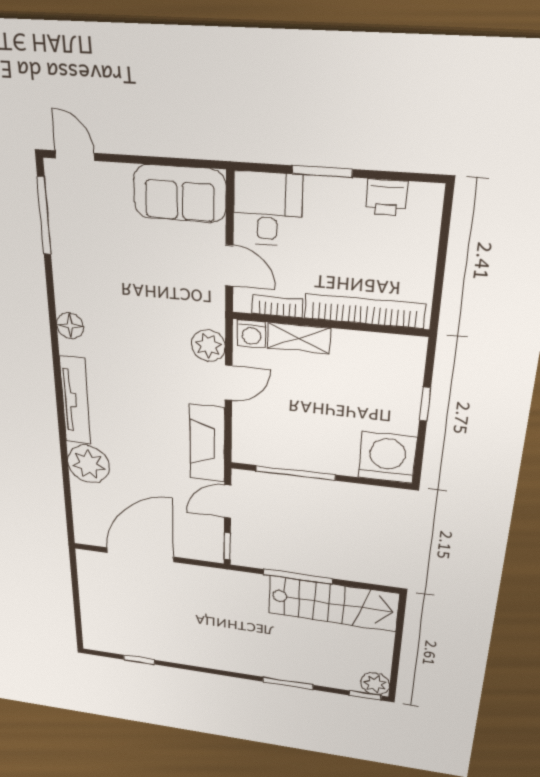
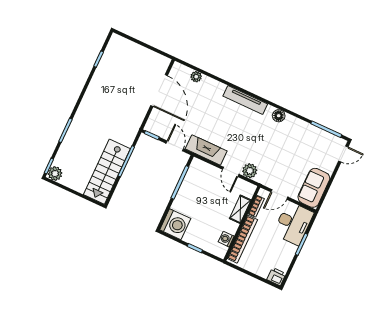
printer: (386, 197) -> (276, 277), moved, turned 90
desk: (268, 209) -> (293, 223), width x1.37
washing machine: (251, 334) -> (226, 239), moved
plant: (89, 464) -> (196, 77), moved, width x0.53, depth x0.53

